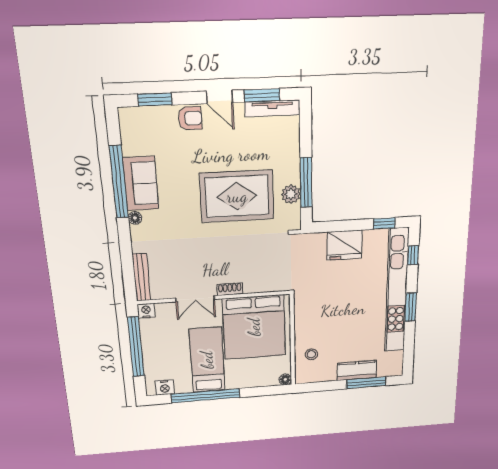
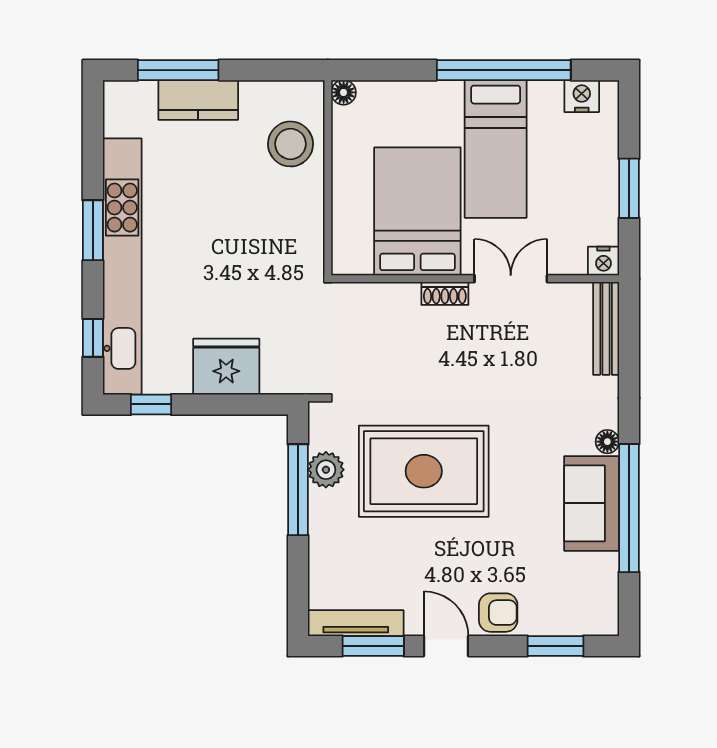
armchair: (190, 118) -> (498, 613), turned 180
bed: (254, 327) -> (417, 211), width x0.73
window: (136, 347) -> (629, 188), width x0.47
stool: (311, 354) -> (291, 144), width x1.89, depth x1.89

